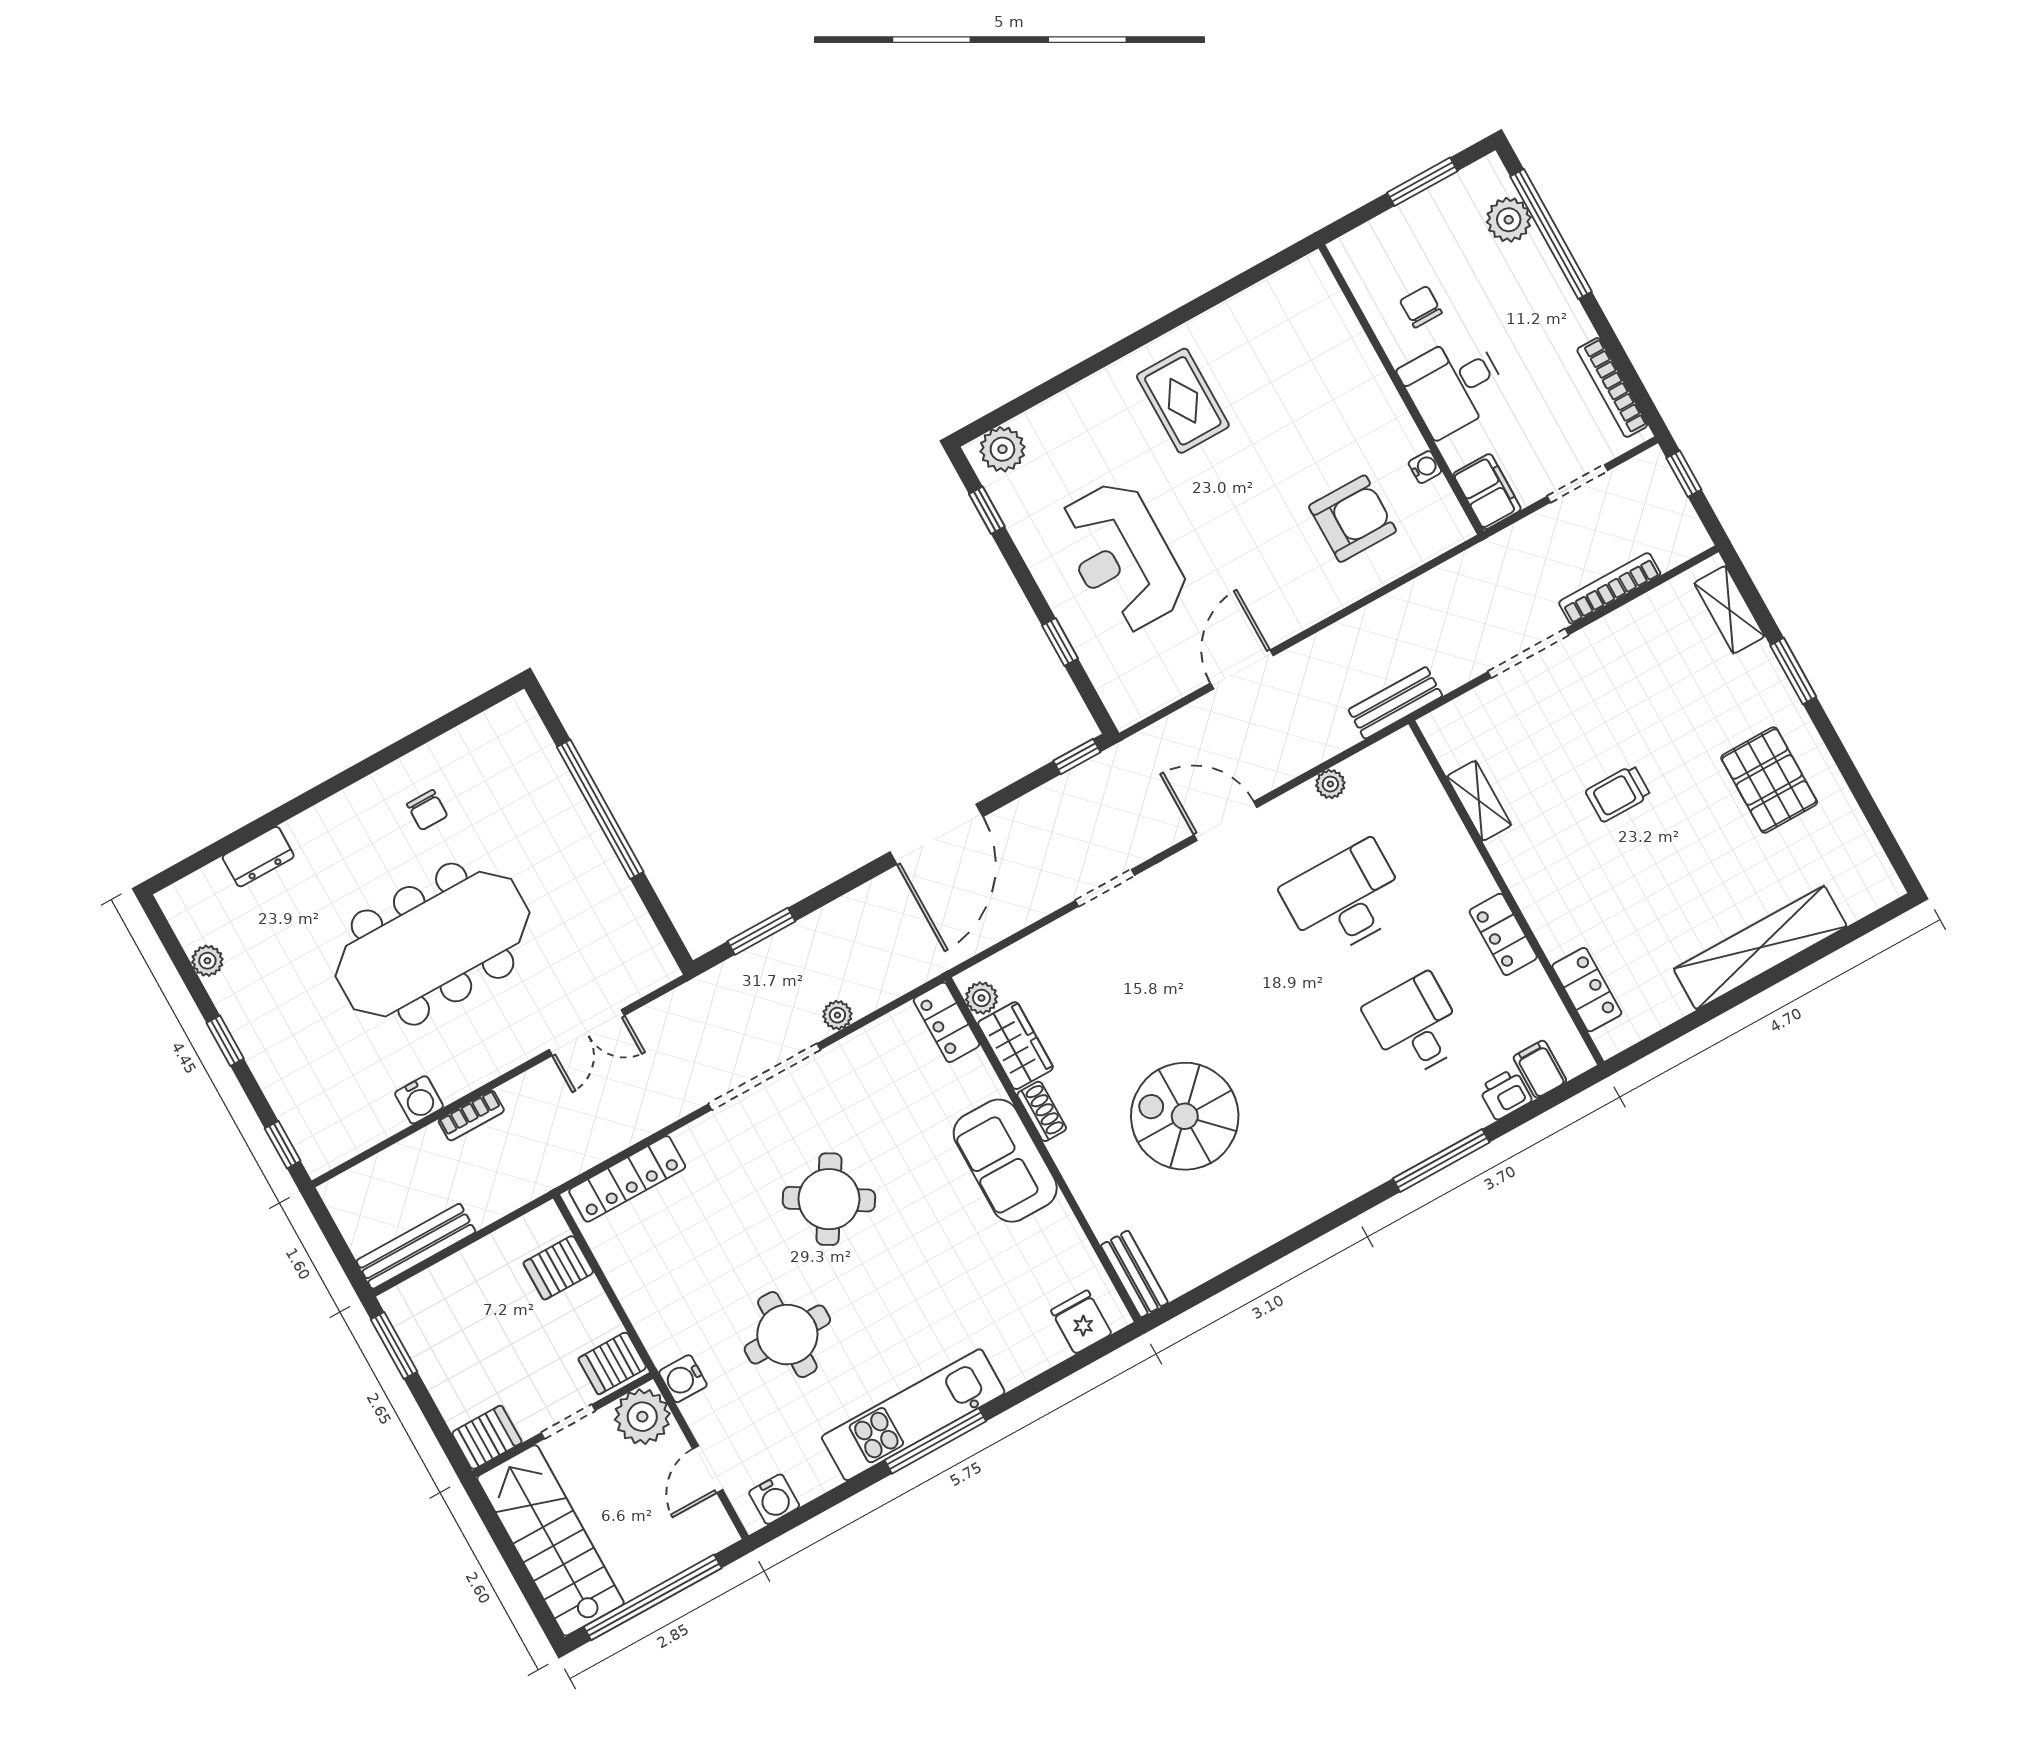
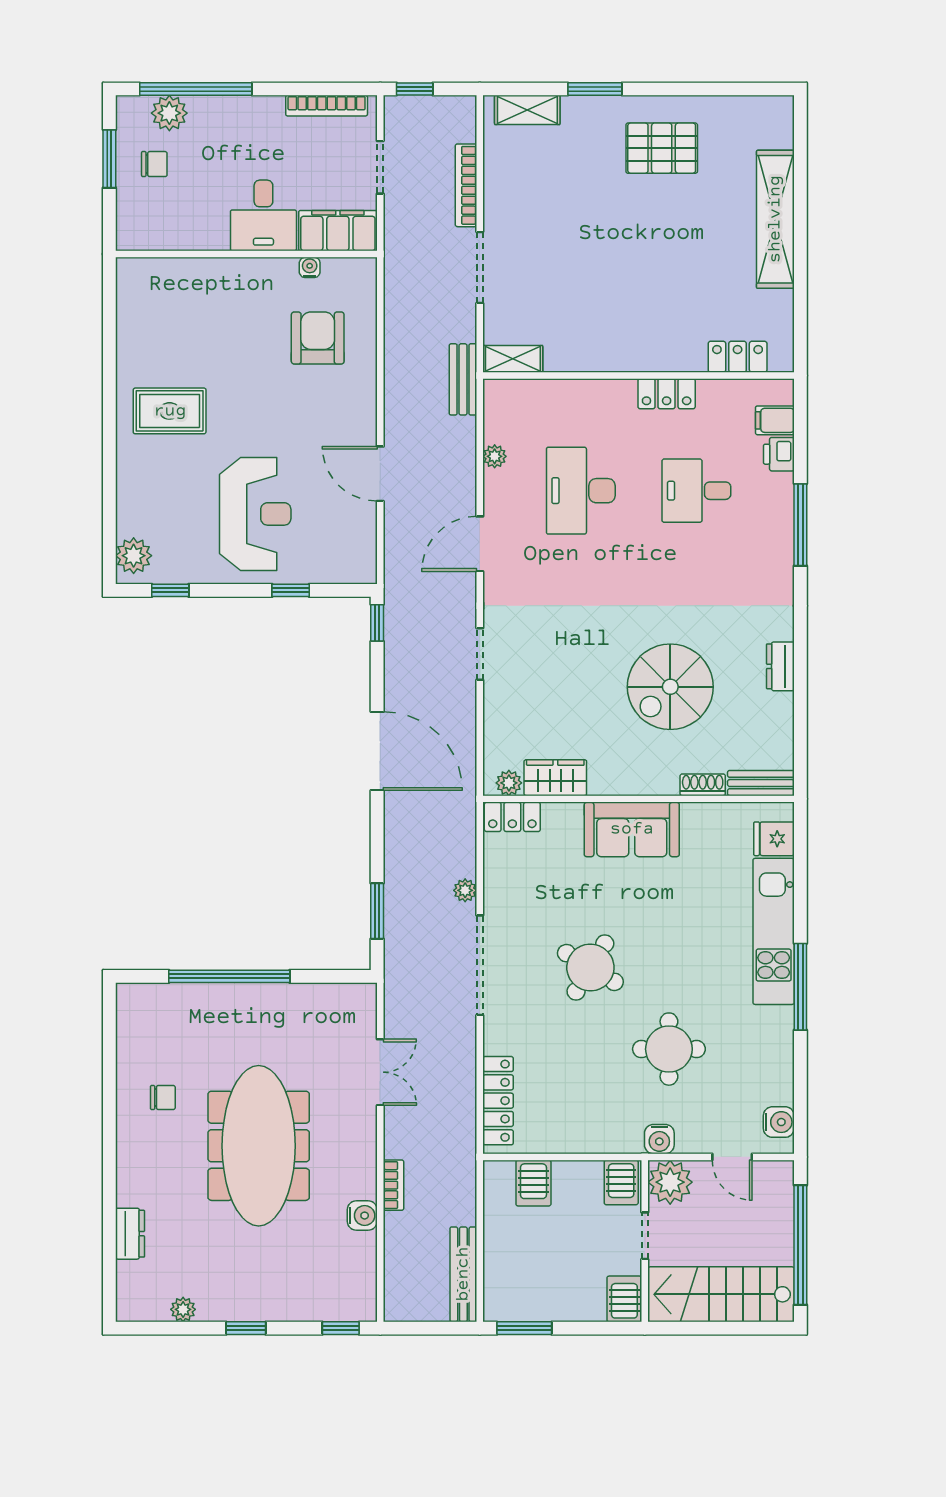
chair: (1421, 307) -> (154, 164), moved, turned 180
filing cabinet: (1487, 492) -> (338, 231), width x1.50, depth x1.17
reception desk: (1122, 557) -> (255, 514), turned -90
trolley: (1618, 793) -> (613, 259), removed
shelving: (1479, 801) -> (513, 359), moved
shoe rack: (1042, 1111) -> (703, 785), moved
dresser: (1274, 1224) -> (780, 666), added
kitchen unit: (913, 1415) -> (774, 931), moved

